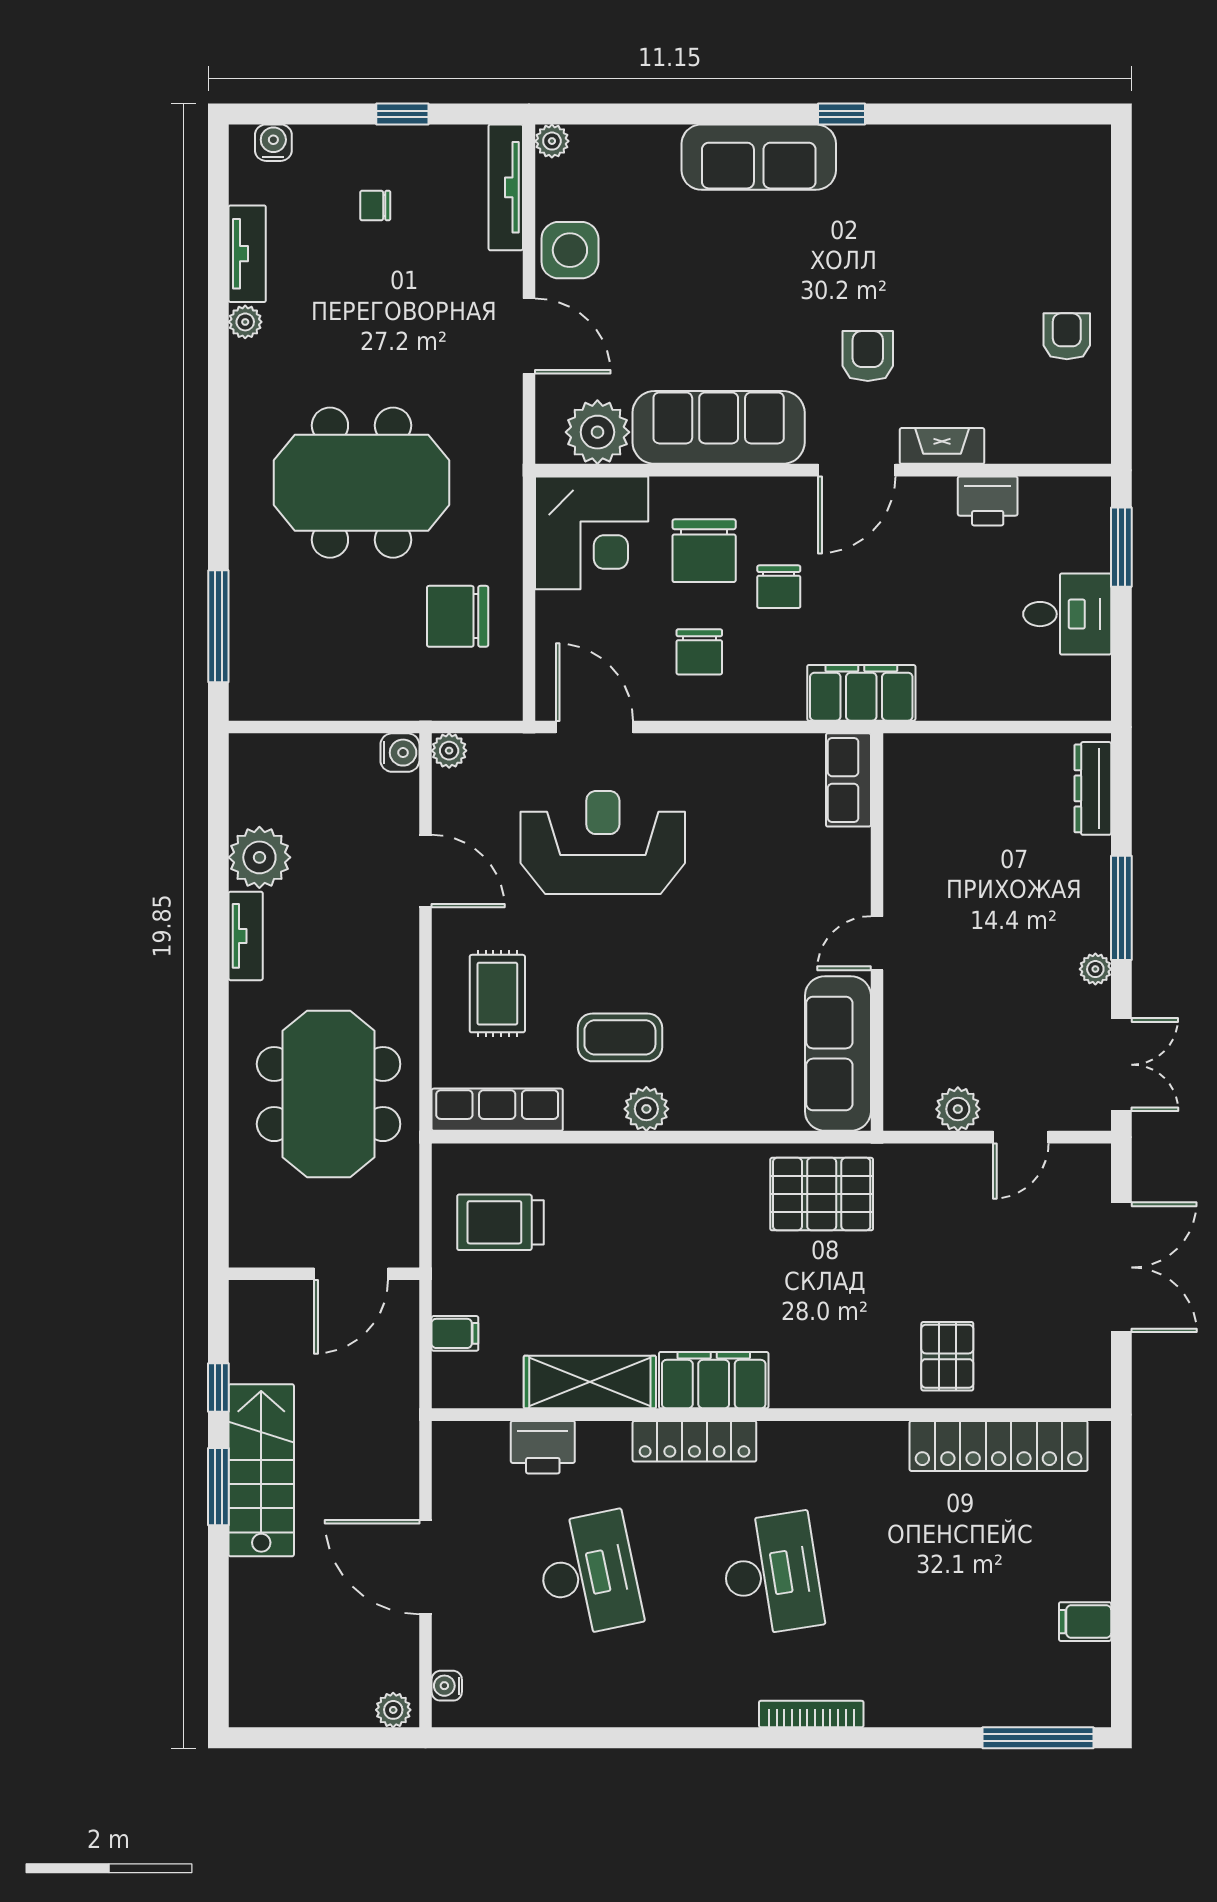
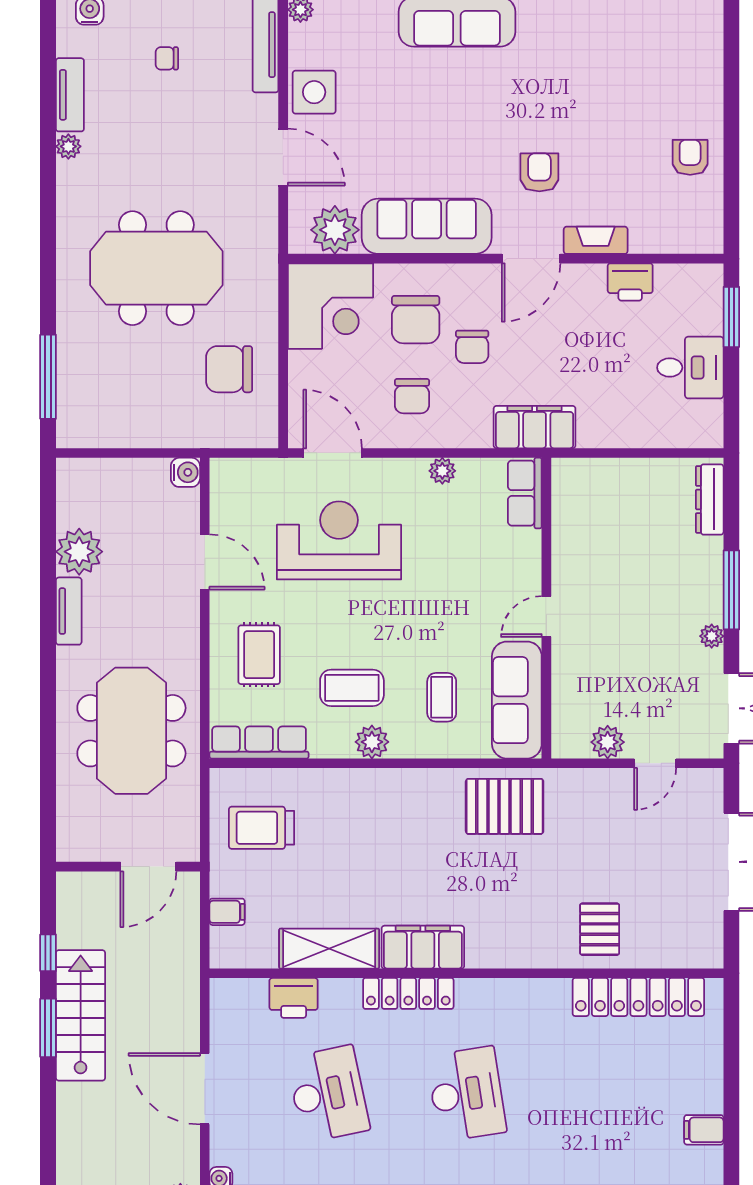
plant: (449, 751) -> (442, 471), moved
coffee table: (739, 1050) -> (442, 697), added

